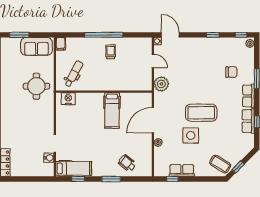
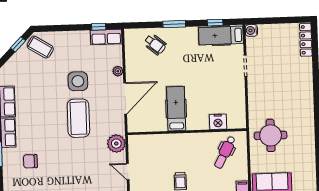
nightstand: (68, 99) -> (218, 122), moved
coffee table: (201, 113) -> (78, 118), moved, turned 90
water cooler: (49, 158) -> (251, 30), moved
row of seats: (182, 170) -> (106, 37), moved

